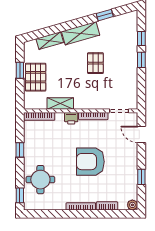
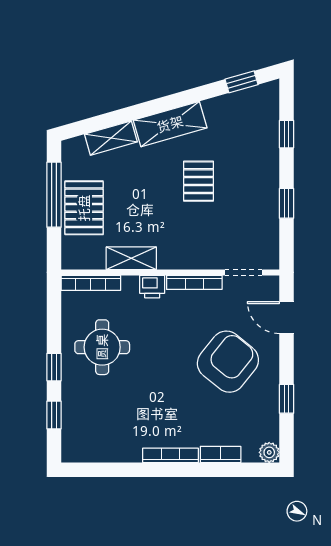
window: (105, 15) -> (241, 82), moved
window: (141, 60) -> (286, 203), moved
window: (20, 70) -> (54, 195), width x2.17
window: (20, 150) -> (54, 367), moved
armchair: (90, 162) -> (228, 362), moved, turned 129
round table: (40, 180) -> (102, 347), moved
window: (20, 195) -> (54, 415), moved

